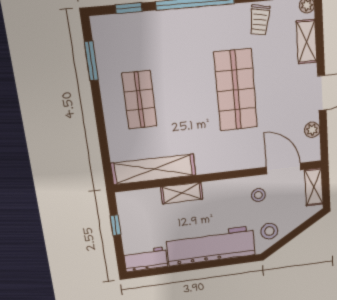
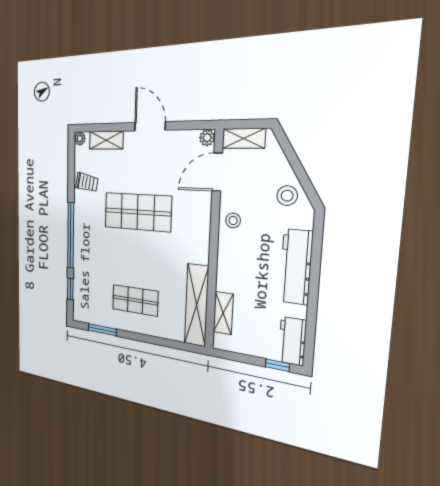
plant: (312, 130) -> (207, 138), moved
shelving: (182, 193) -> (223, 313), moved
stool: (258, 195) -> (233, 221), moved
window: (116, 225) -> (277, 365), moved
workbench: (211, 246) -> (296, 267), width x0.73, depth x0.76

